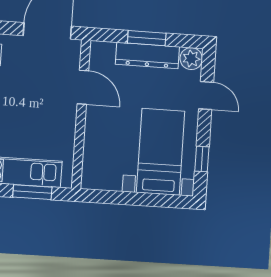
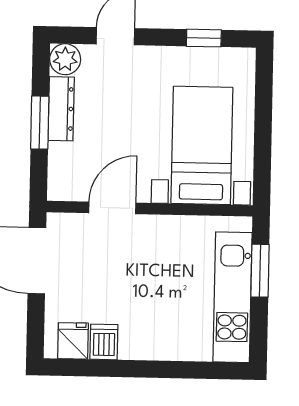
dresser: (147, 56) -> (61, 109), width x0.73, depth x0.80
bed with nightstands: (161, 152) -> (202, 145), moved, turned 90

